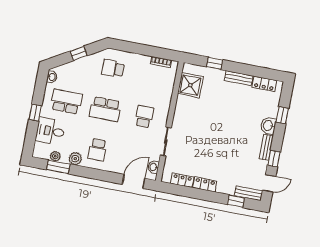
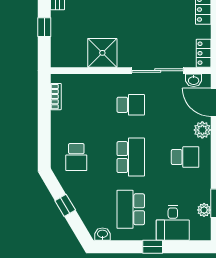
shower: (190, 85) -> (102, 53), moved
school desk: (144, 117) -> (131, 105), turned 180
sliding door: (166, 142) -> (158, 71), width x1.37
plant: (75, 159) -> (202, 130), moved
locker: (182, 180) -> (204, 53), moved

